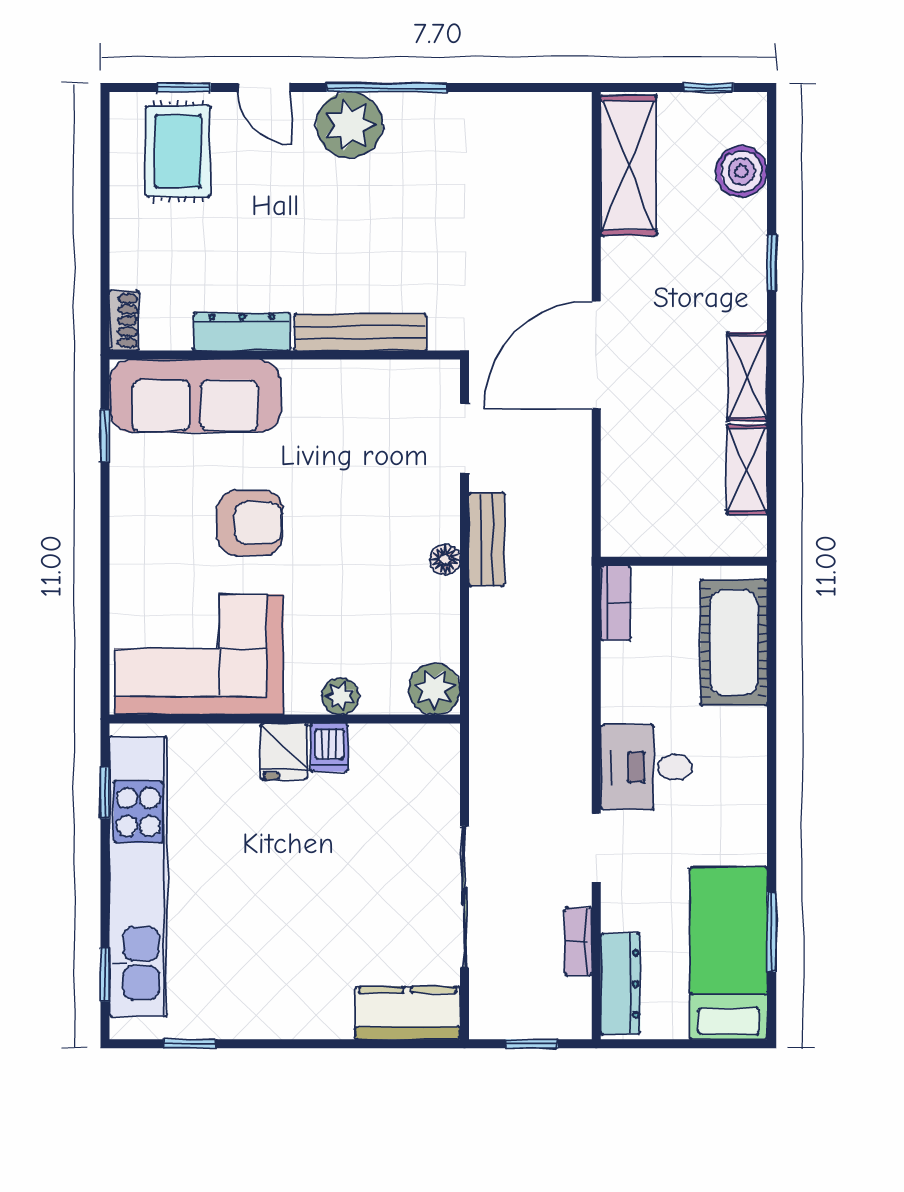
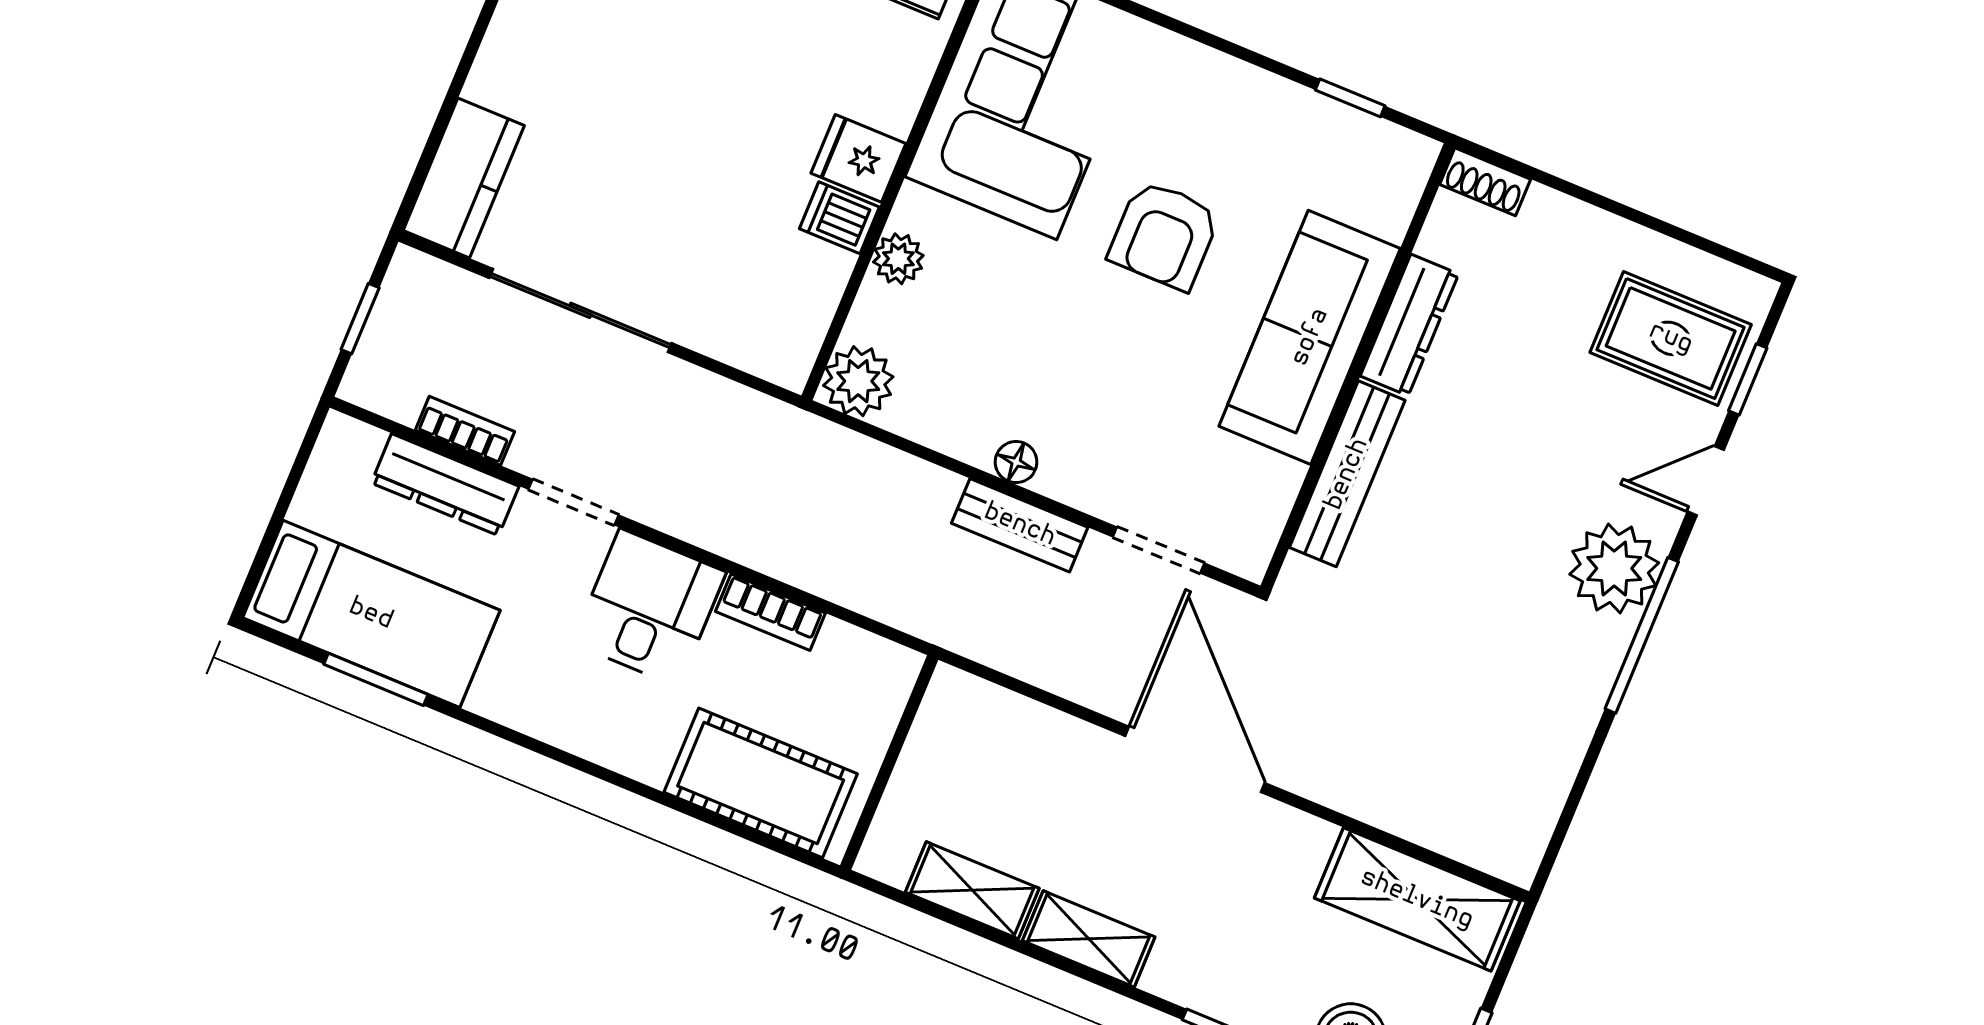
sofa: (195, 396) -> (1310, 337), moved
bookcase: (616, 603) -> (770, 612), moved
dresser: (620, 984) -> (445, 485), moved

